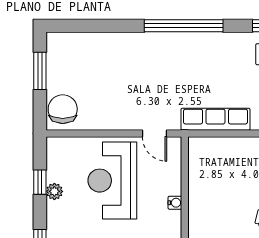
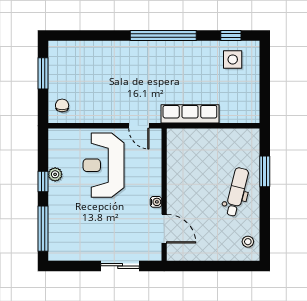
chair: (63, 109) -> (62, 105), width x0.54, depth x0.54
window: (40, 182) -> (43, 181), moved
water cooler: (175, 203) -> (156, 202), moved

